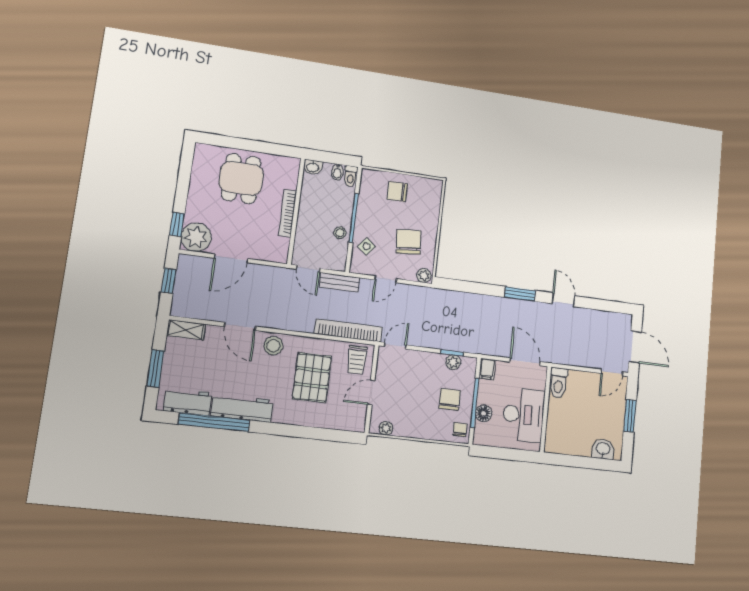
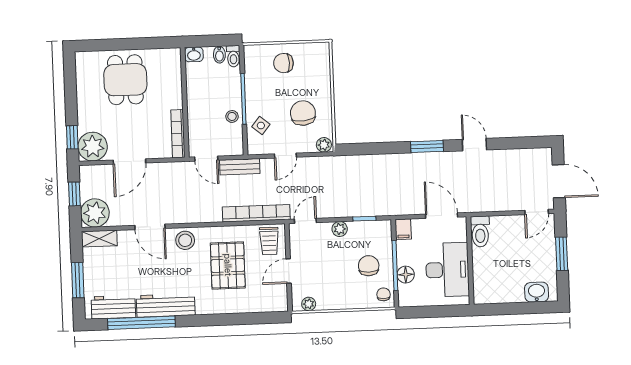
bookcase: (288, 213) -> (178, 134), moved
plant: (186, 303) -> (95, 213), added
plant: (453, 362) -> (340, 229), moved

